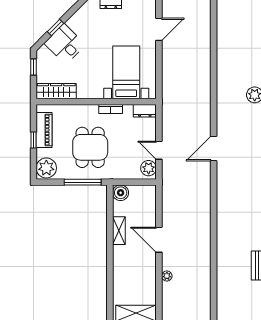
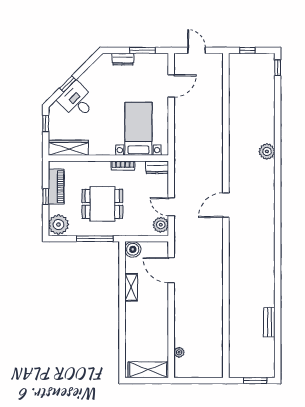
dining table: (90, 147) -> (102, 204), turned 90
door: (159, 240) -> (171, 270), moved
plant: (167, 276) -> (179, 352), moved

